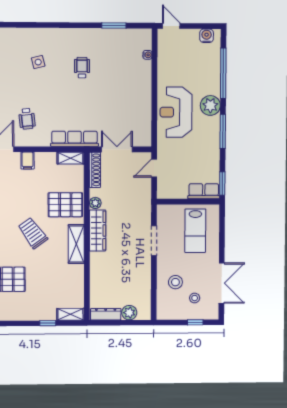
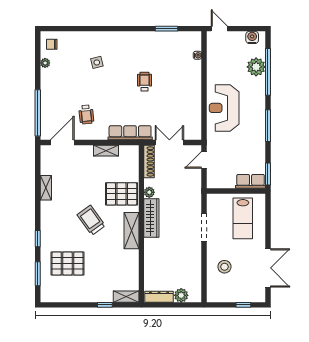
wheelchair: (82, 68) -> (145, 82), moved
plant: (210, 105) -> (256, 67), moved
shelving: (71, 158) -> (106, 151), moved
filing cabinet: (28, 161) -> (87, 153), removed
stool: (195, 298) -> (243, 282), removed

